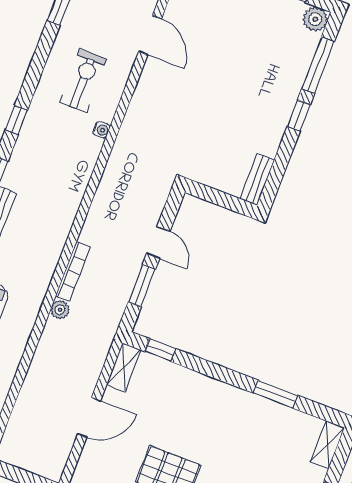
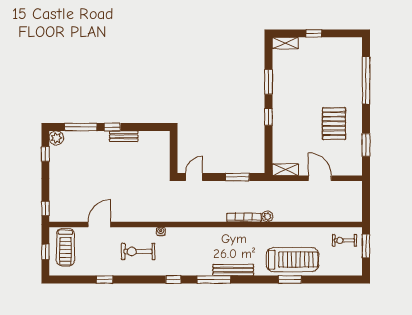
bench: (257, 180) -> (124, 136), moved
door: (158, 242) -> (194, 177), moved
window: (160, 350) -> (269, 117), moved

